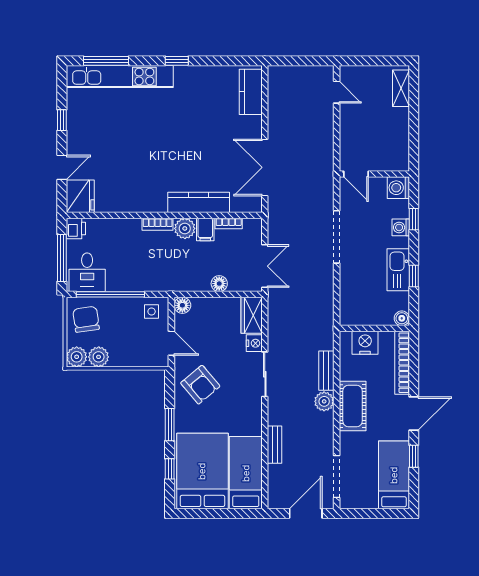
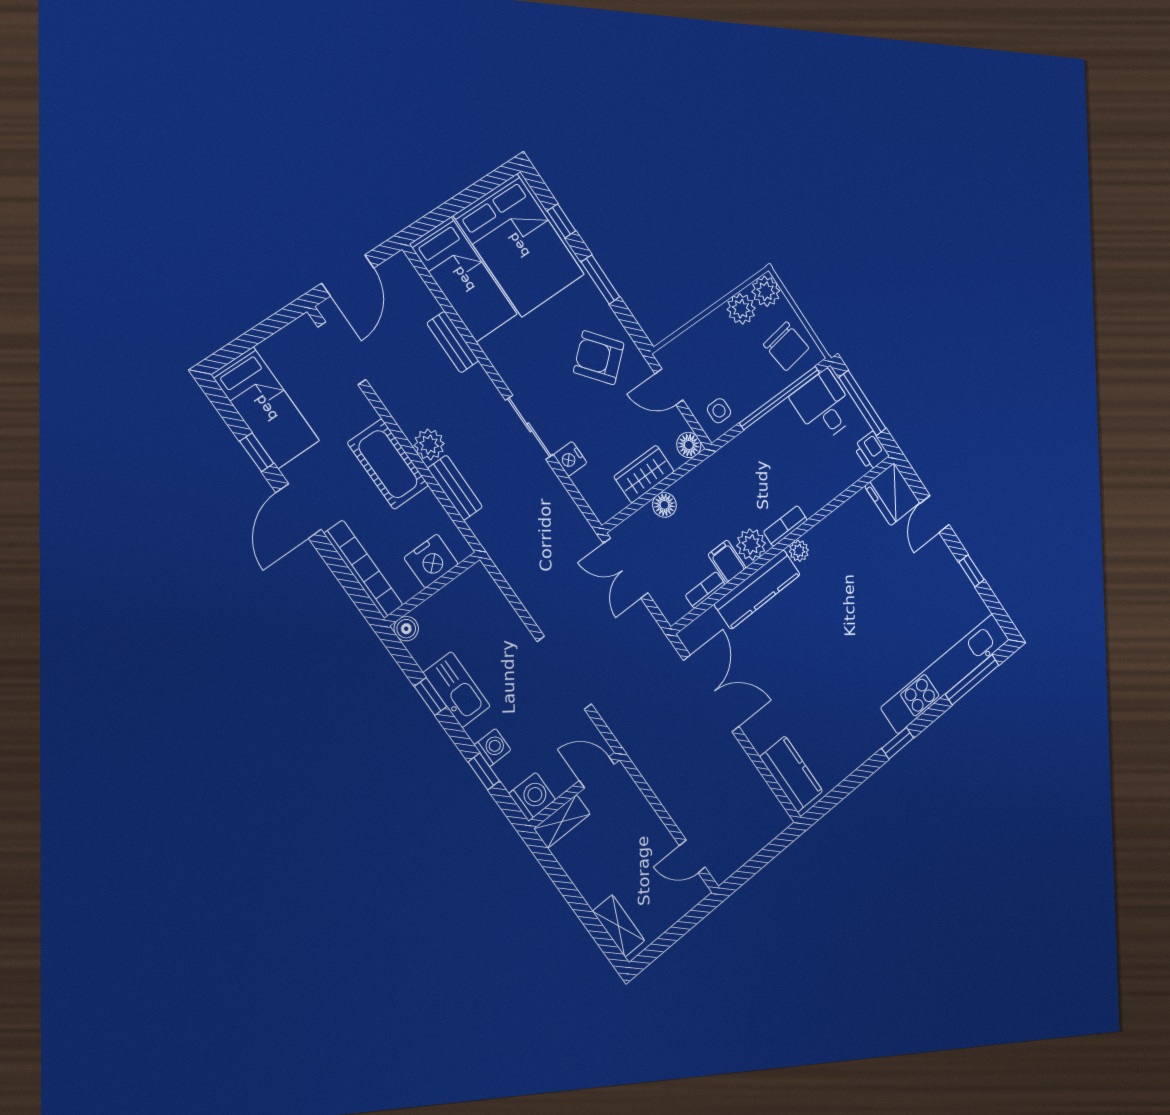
shelving: (392, 164) -> (562, 821), added
plant: (159, 205) -> (799, 551), added
wardrobe: (252, 315) -> (644, 474), moved, turned -90

